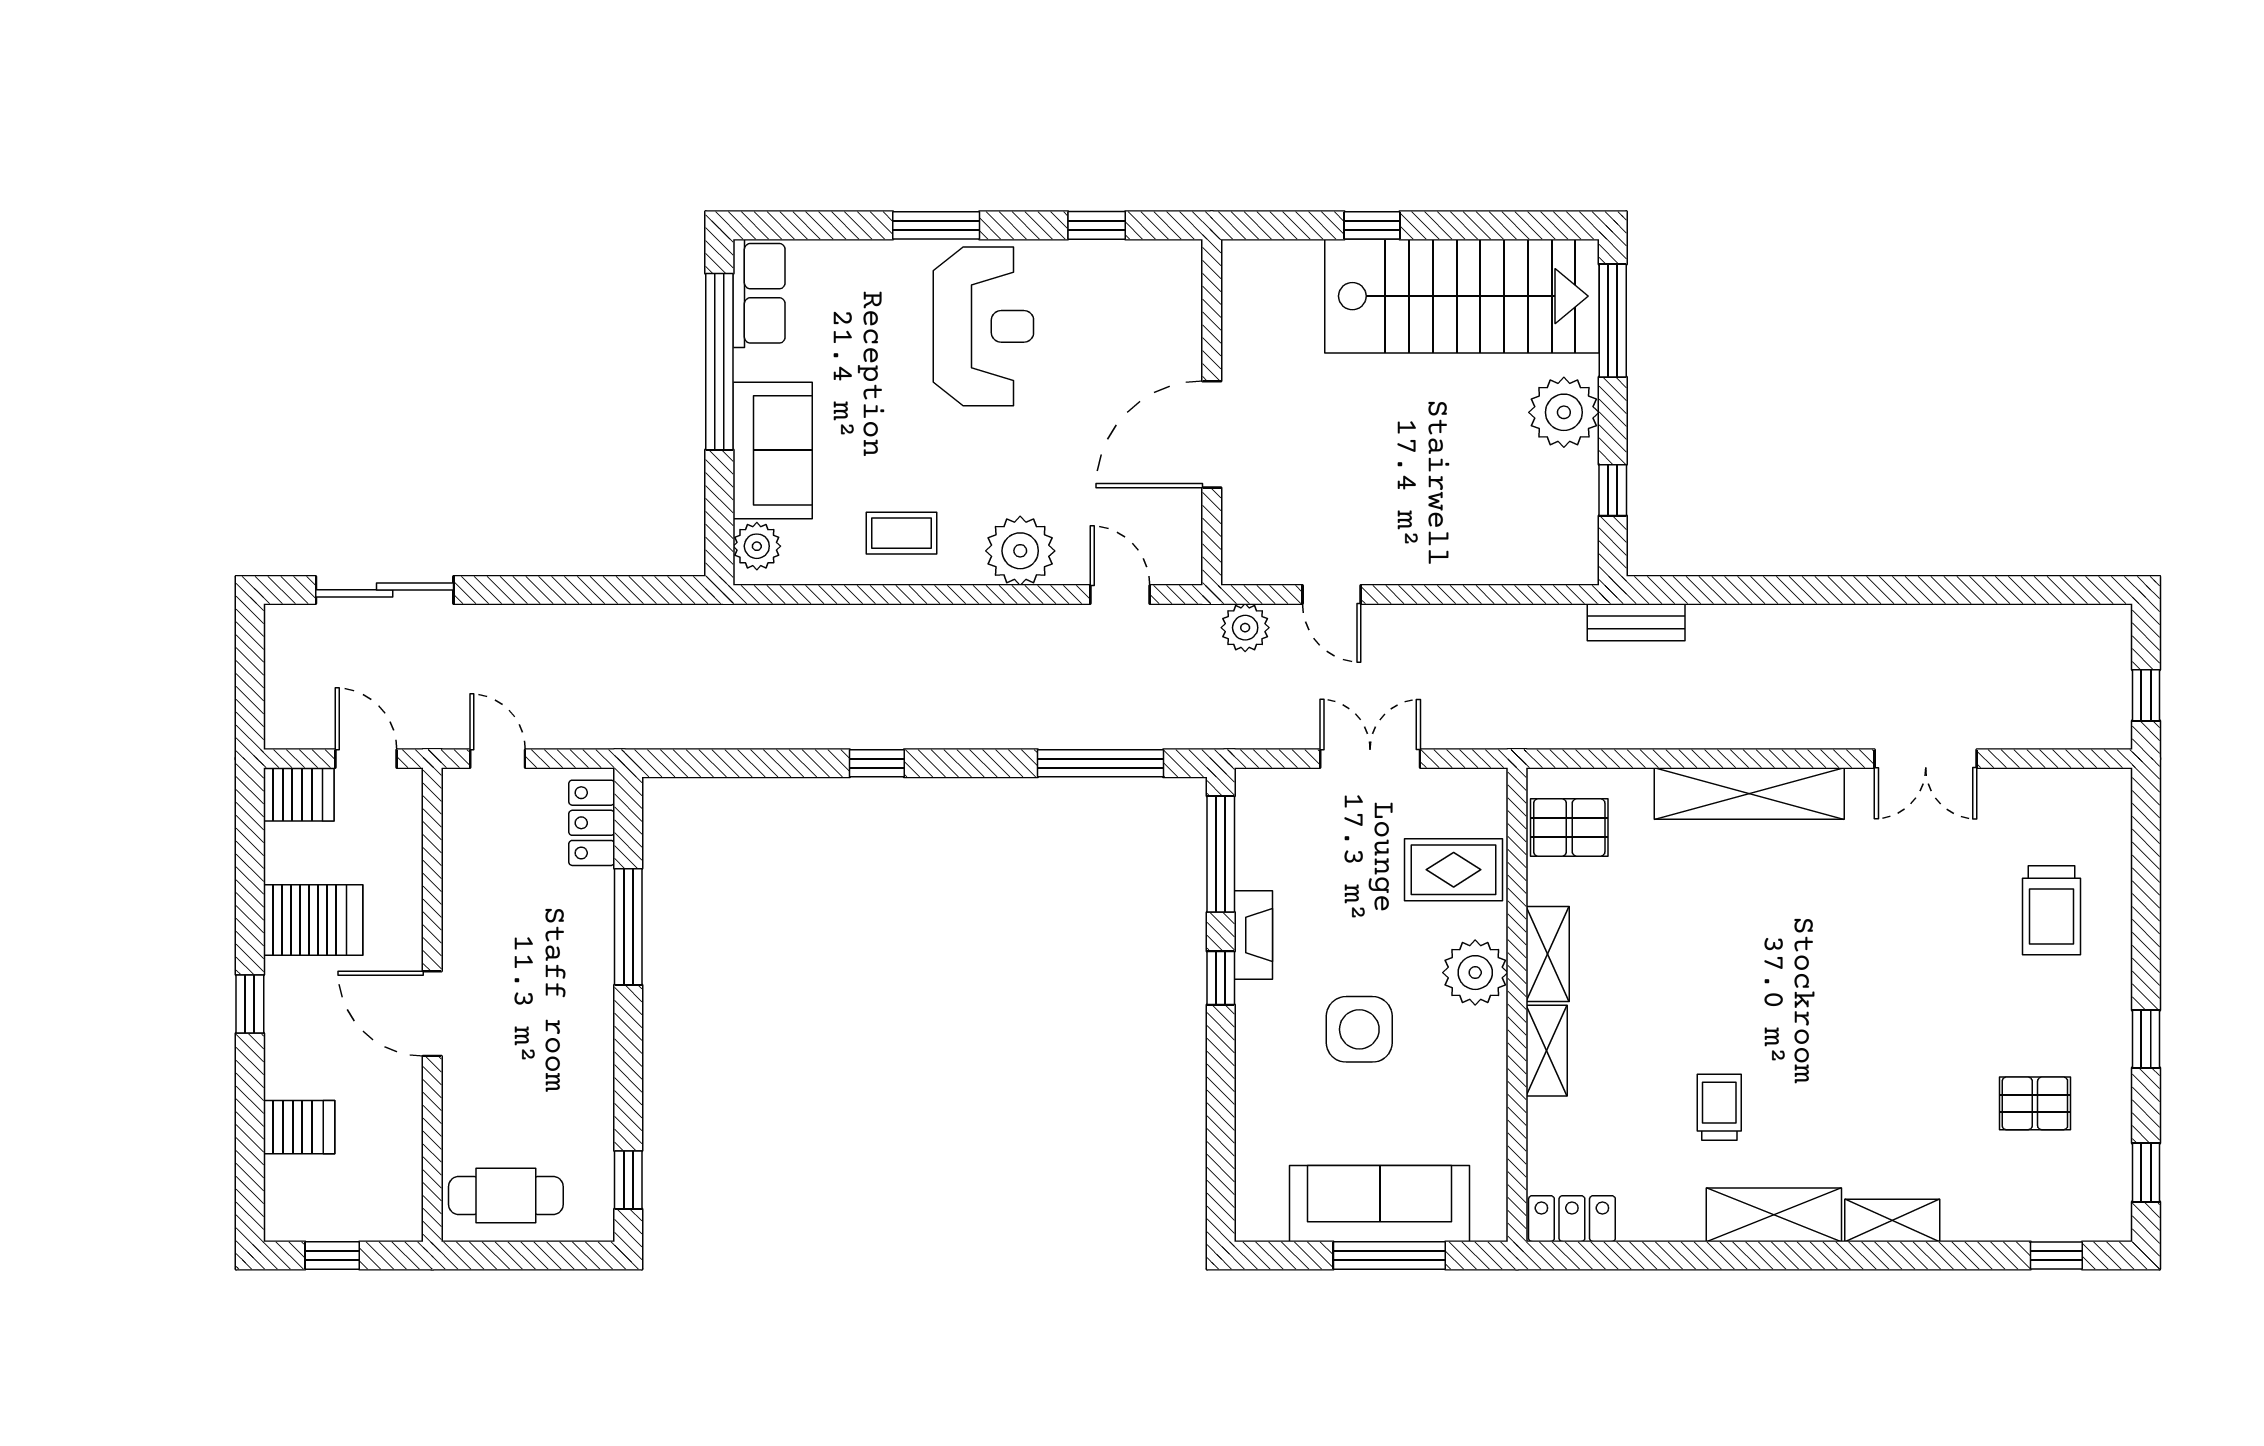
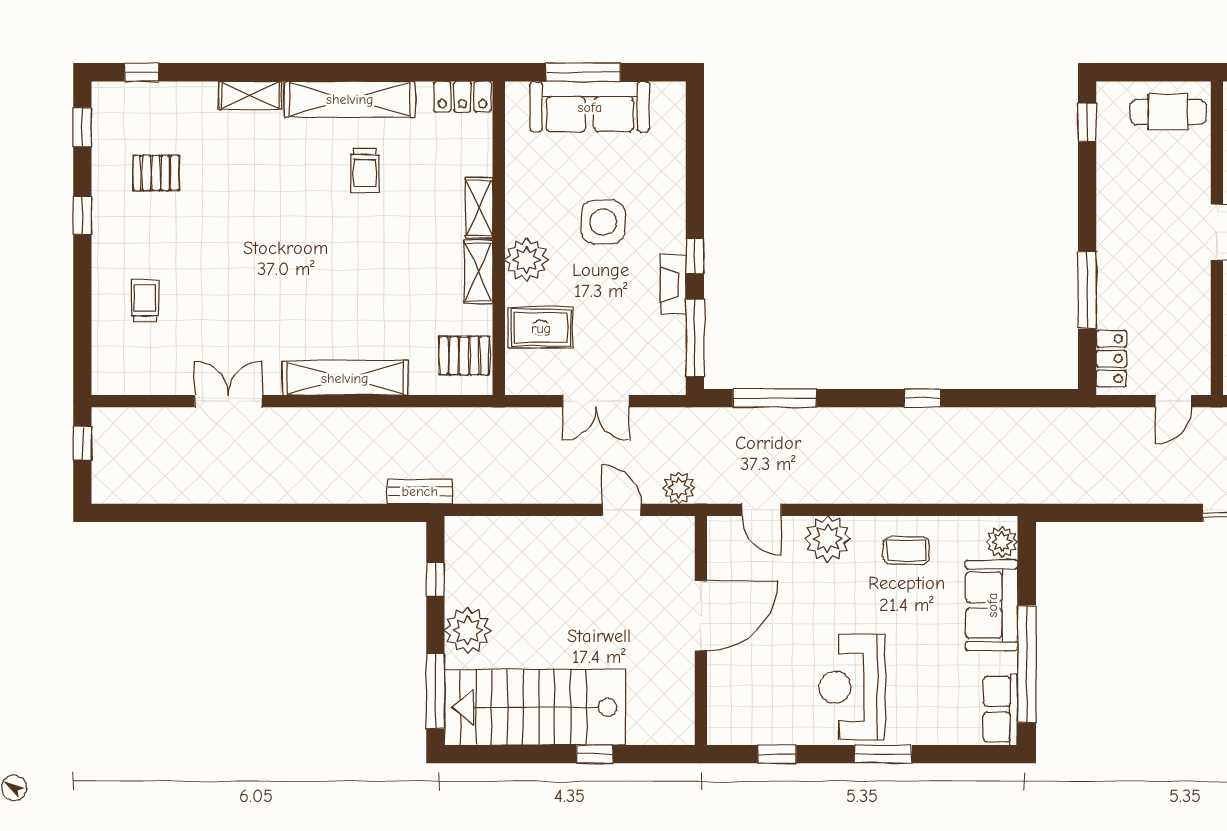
door: (498, 759) -> (1174, 401), hinge flipped
trolley: (2052, 910) -> (145, 301), width x0.73, depth x0.72
shelving: (1774, 1215) -> (350, 99), width x1.47

